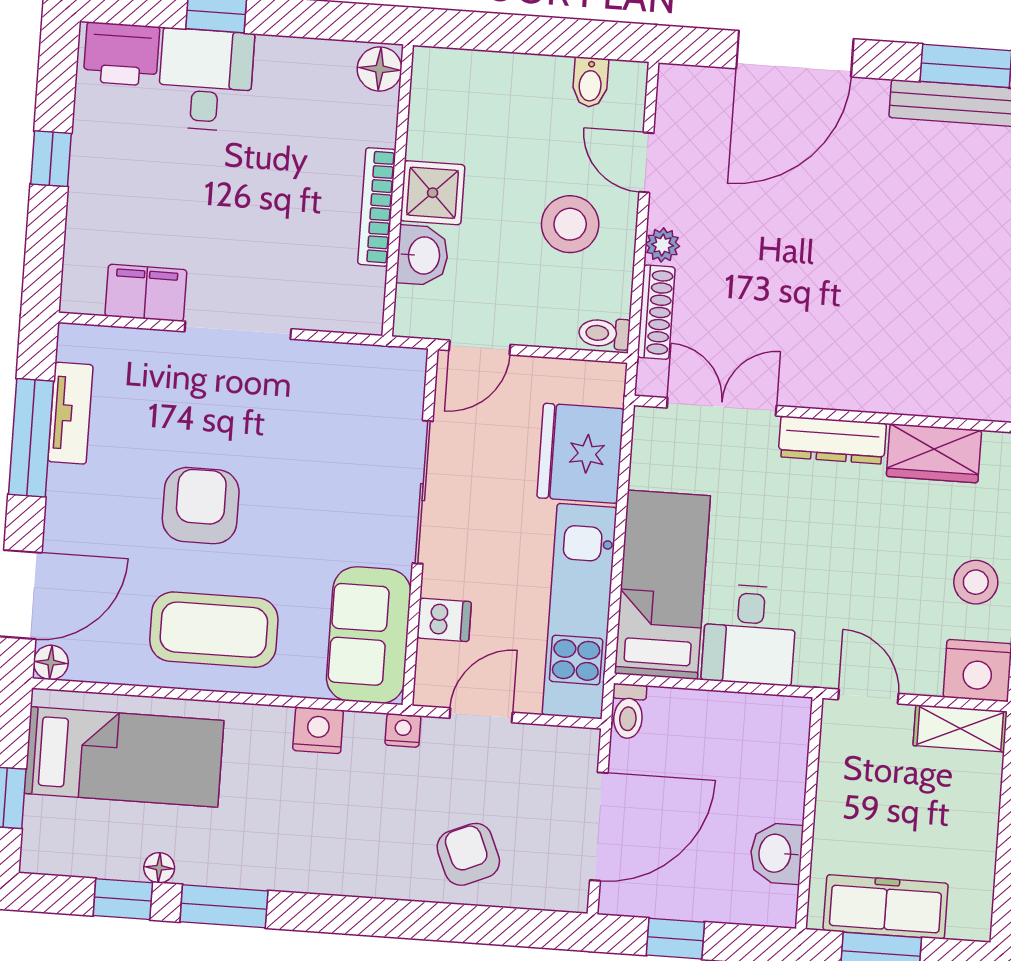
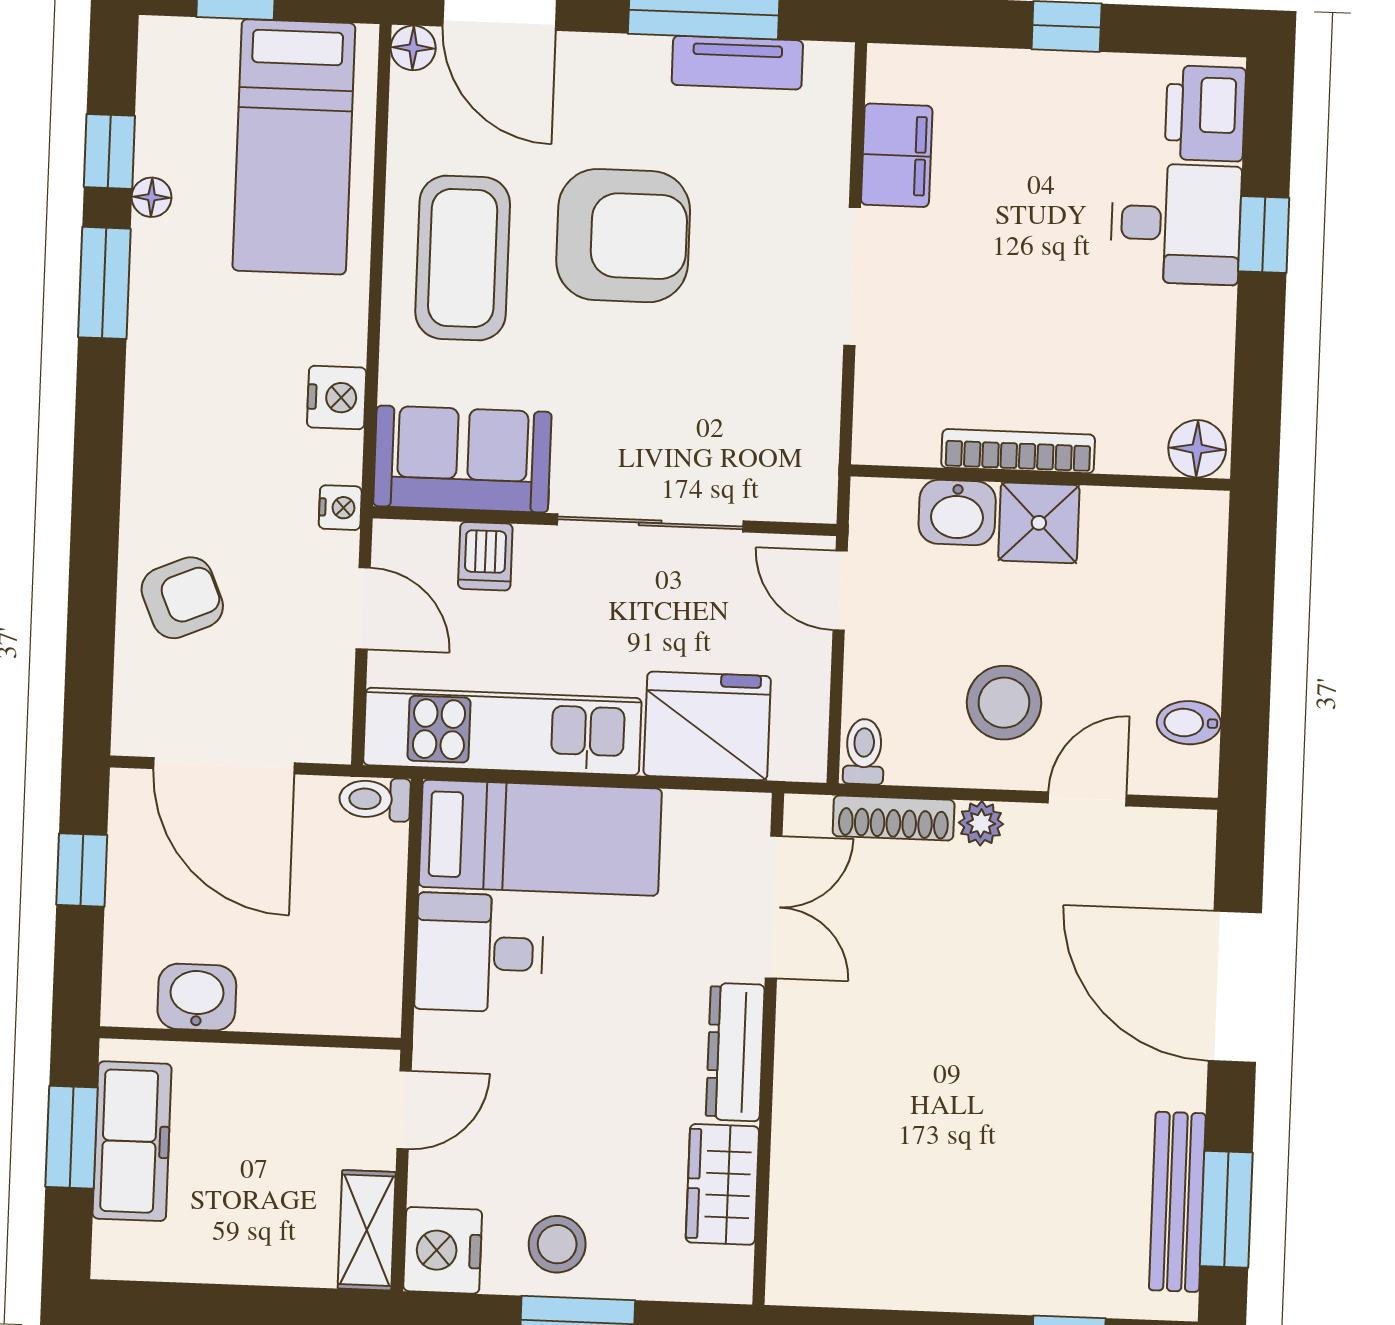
armchair: (201, 506) -> (623, 236), width x1.36, depth x1.36

